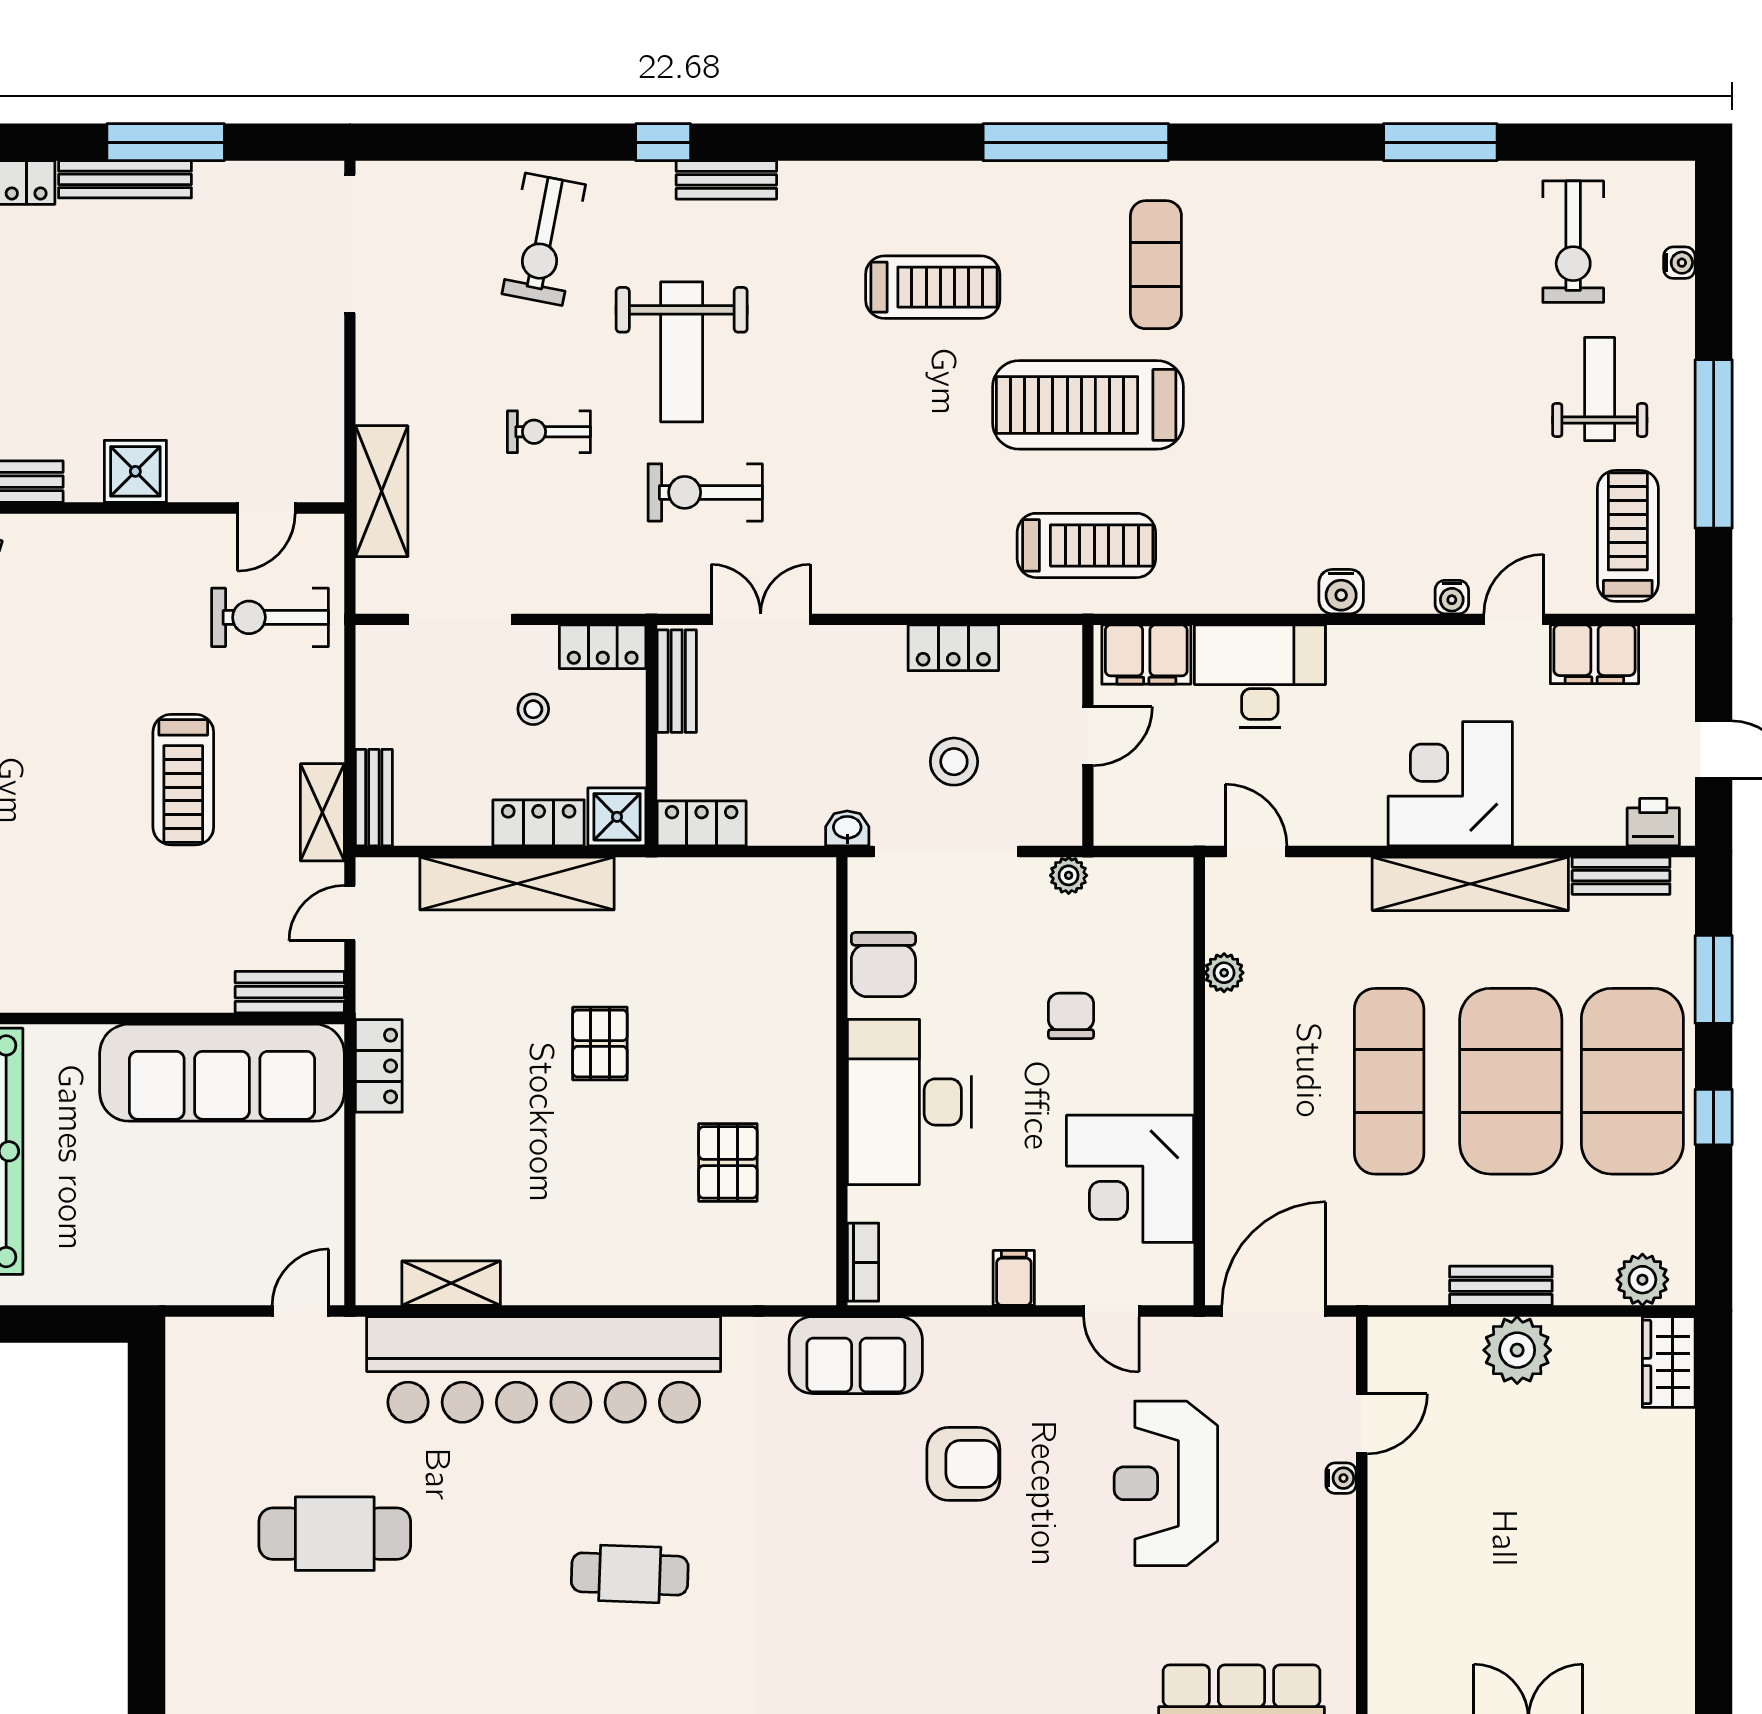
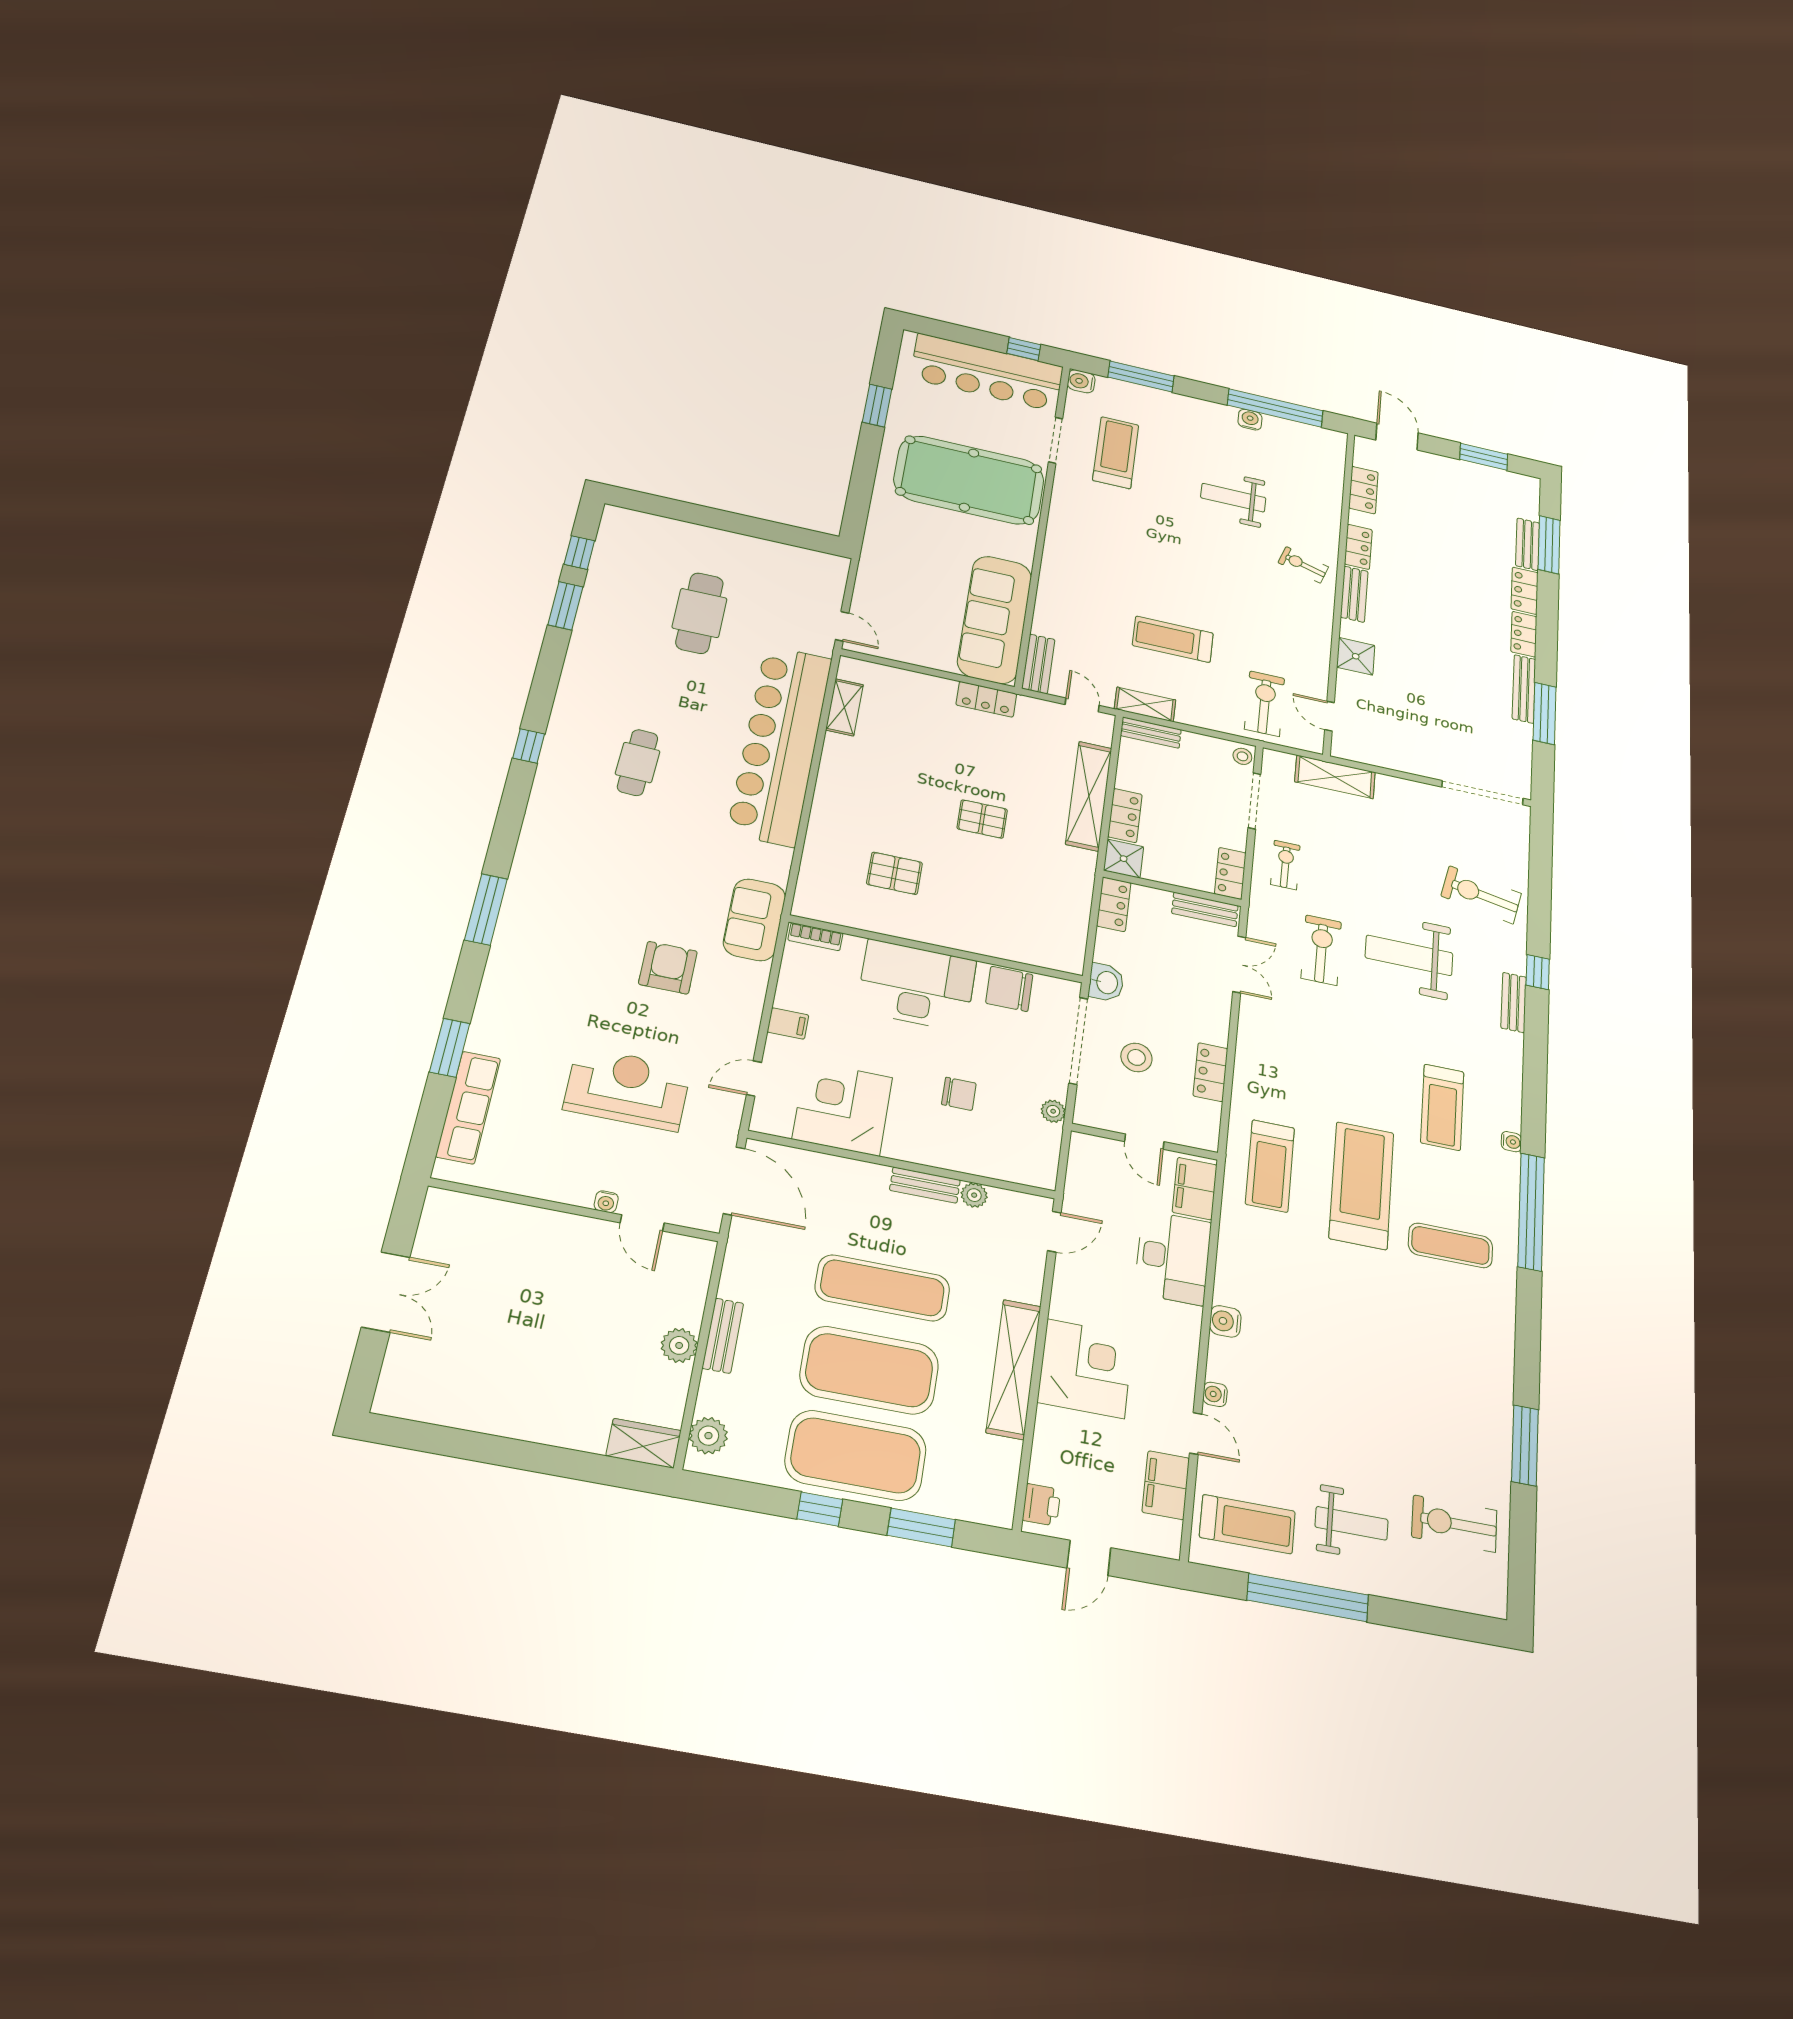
water cooler: (1679, 263) -> (1511, 1142), moved, turned -90
exercise bike: (549, 432) -> (1285, 865), moved
stool: (533, 709) -> (1242, 756), moved
washbasin: (847, 828) -> (1106, 982), width x1.38, depth x1.45
bench: (1621, 876) -> (925, 1185), moved, turned 90
plant: (1517, 1350) -> (679, 1345), width x0.73, depth x0.73
armchair: (963, 1464) -> (668, 968), turned 180

